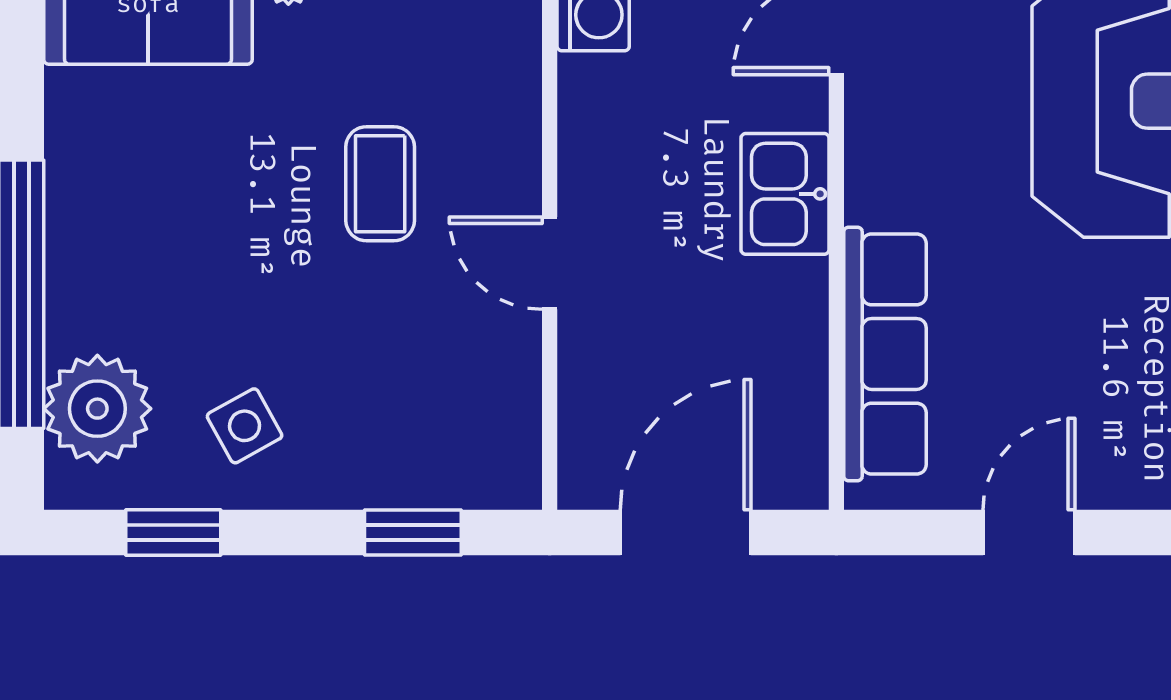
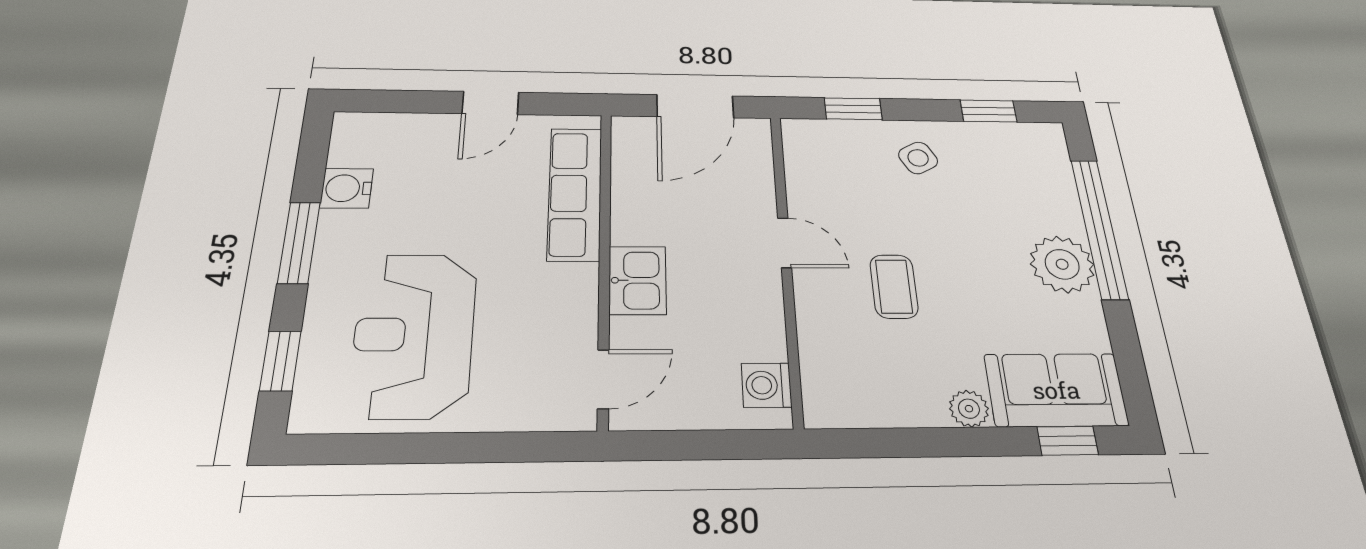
plant: (97, 409) -> (1062, 264), moved
side table: (245, 426) -> (918, 158), moved

